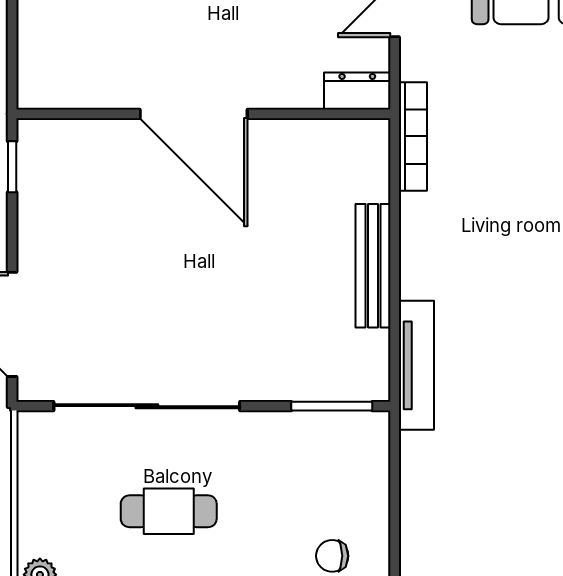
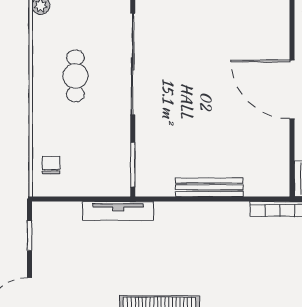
door: (194, 114) -> (292, 90), hinge flipped
tv unit: (416, 365) -> (118, 211), moved

